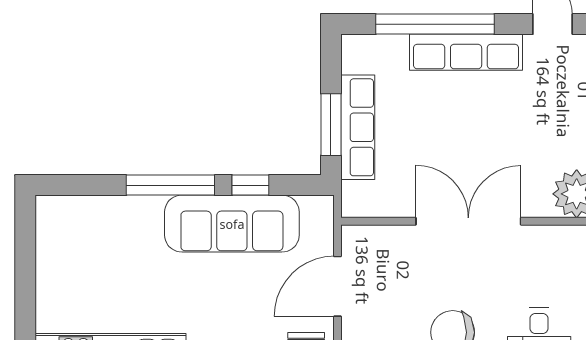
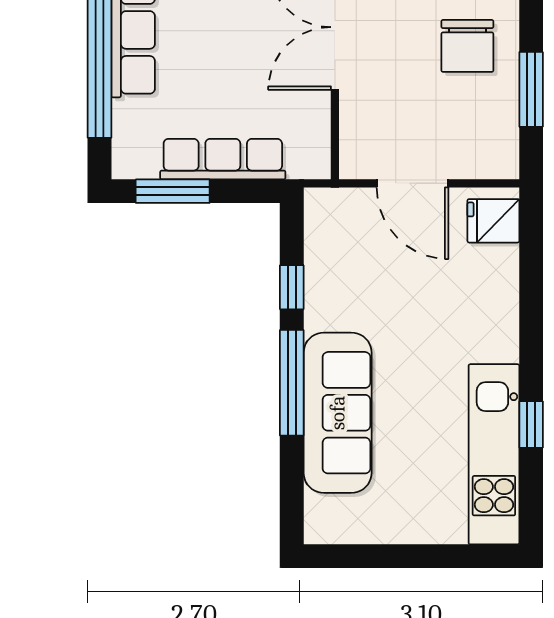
window: (331, 125) -> (173, 191), moved
sofa: (232, 224) -> (338, 413), moved

